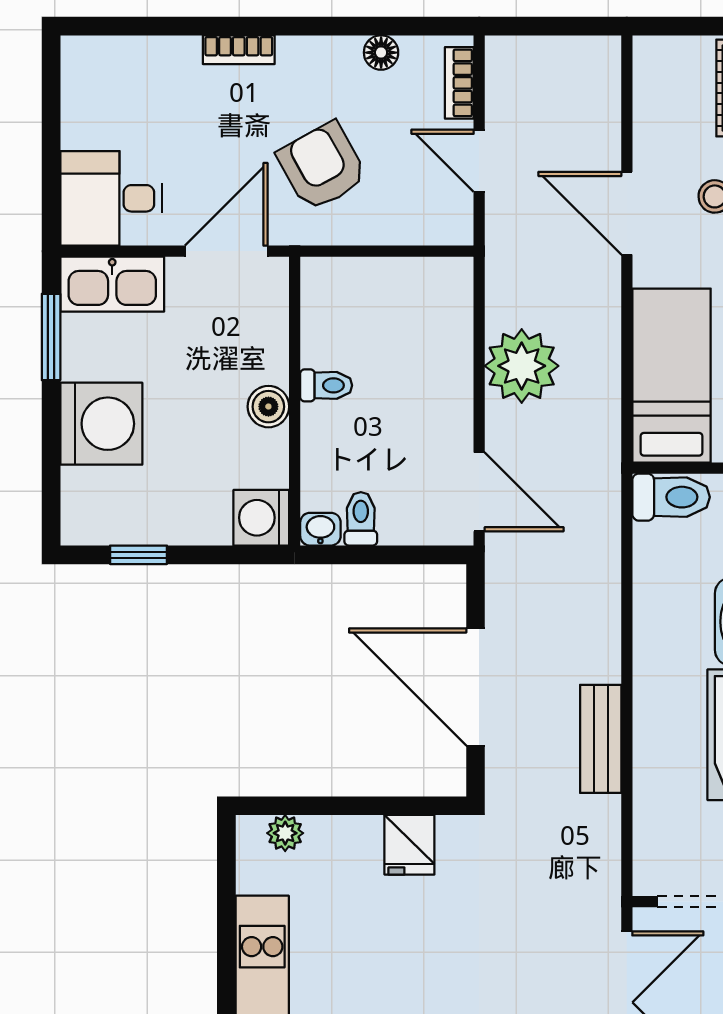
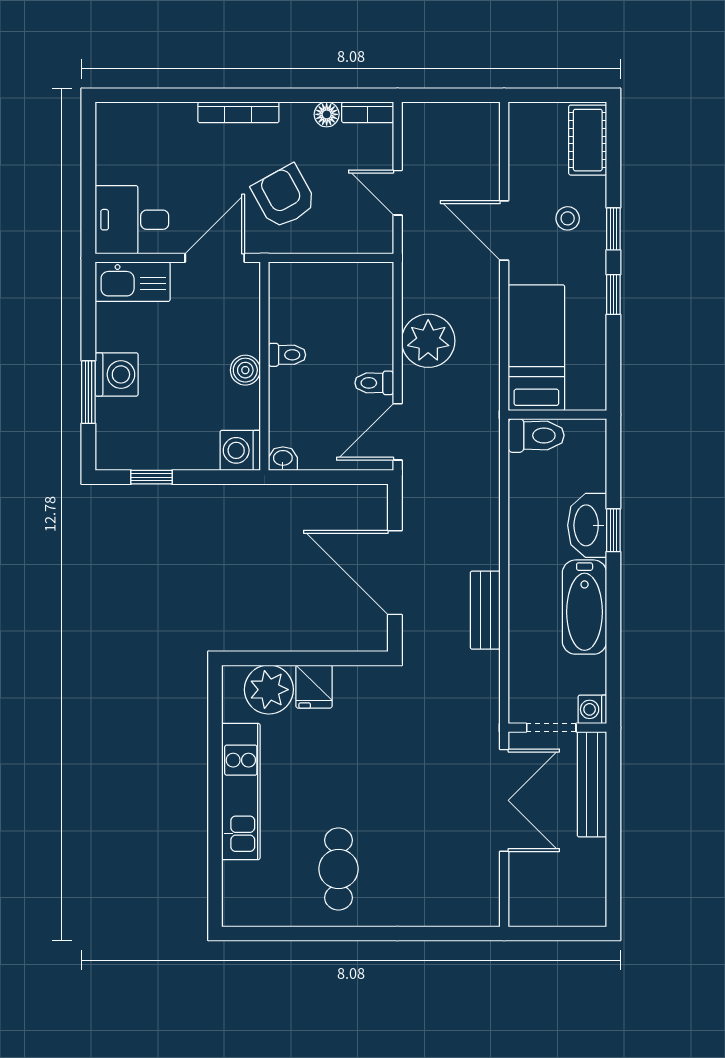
bookcase: (239, 50) -> (238, 112), width x1.56
bookcase: (459, 83) -> (368, 112), moved, turned -90
window: (51, 337) -> (88, 392), moved
washing machine: (101, 424) -> (117, 374), width x0.73, depth x0.73
door: (479, 492) -> (398, 432), swing flipped
toilet: (361, 519) -> (374, 383), moved, turned -90
plant: (285, 833) -> (269, 690), width x1.88, depth x1.88
fridge: (409, 845) -> (314, 687), moved

